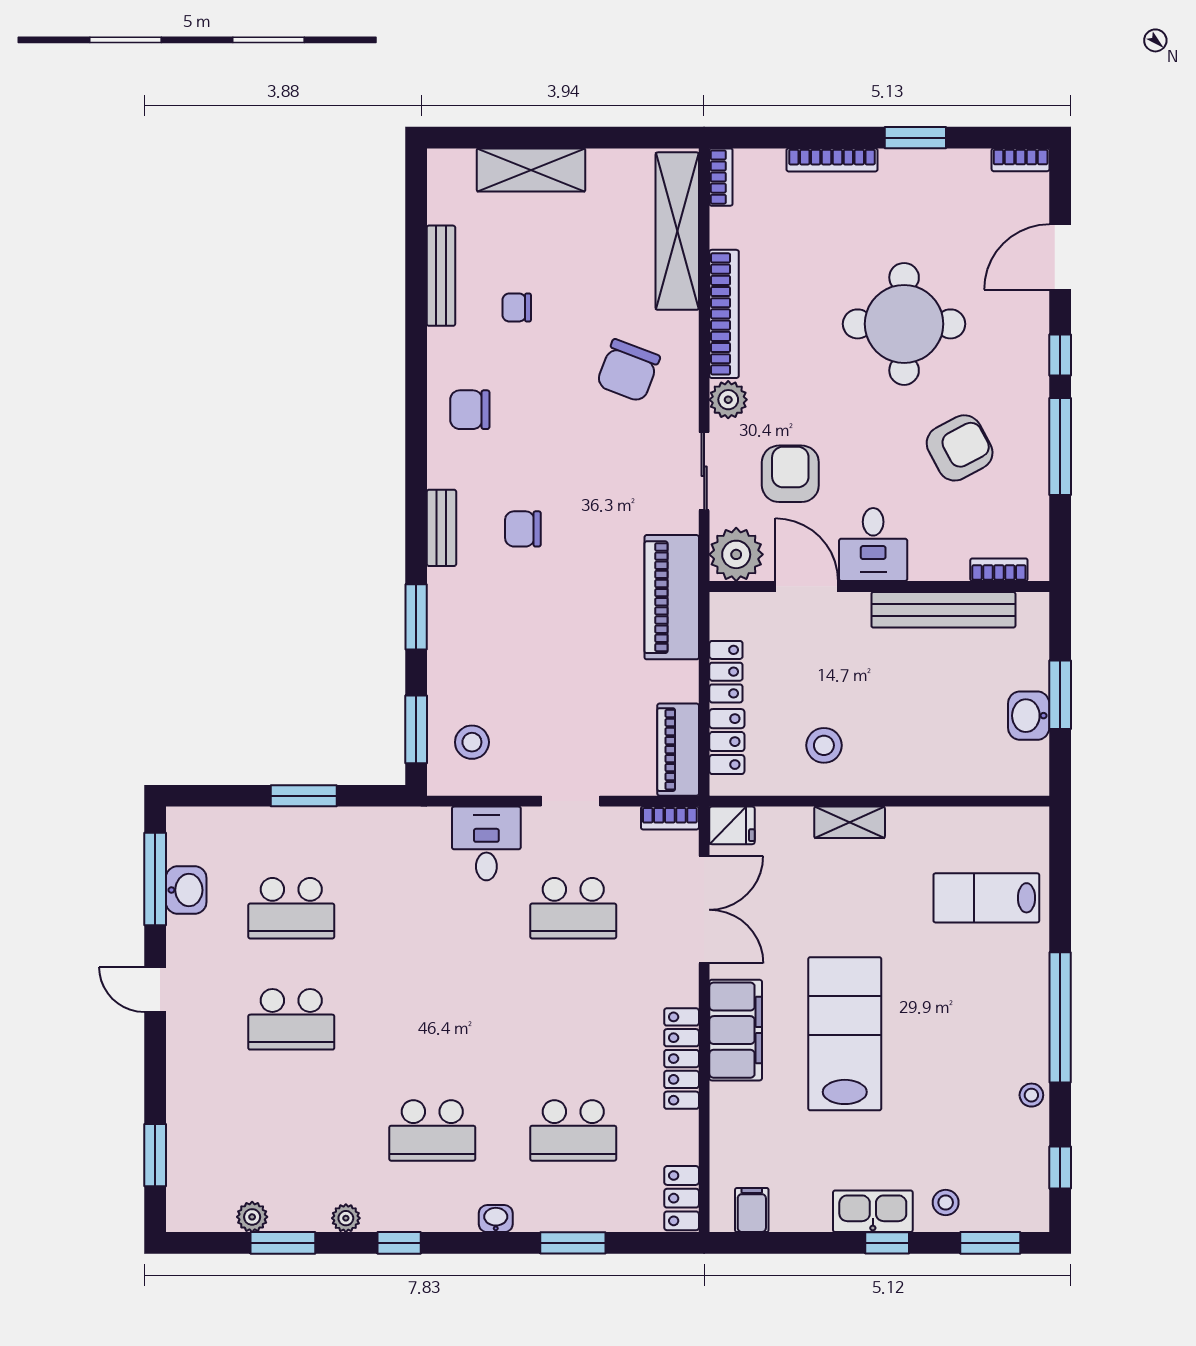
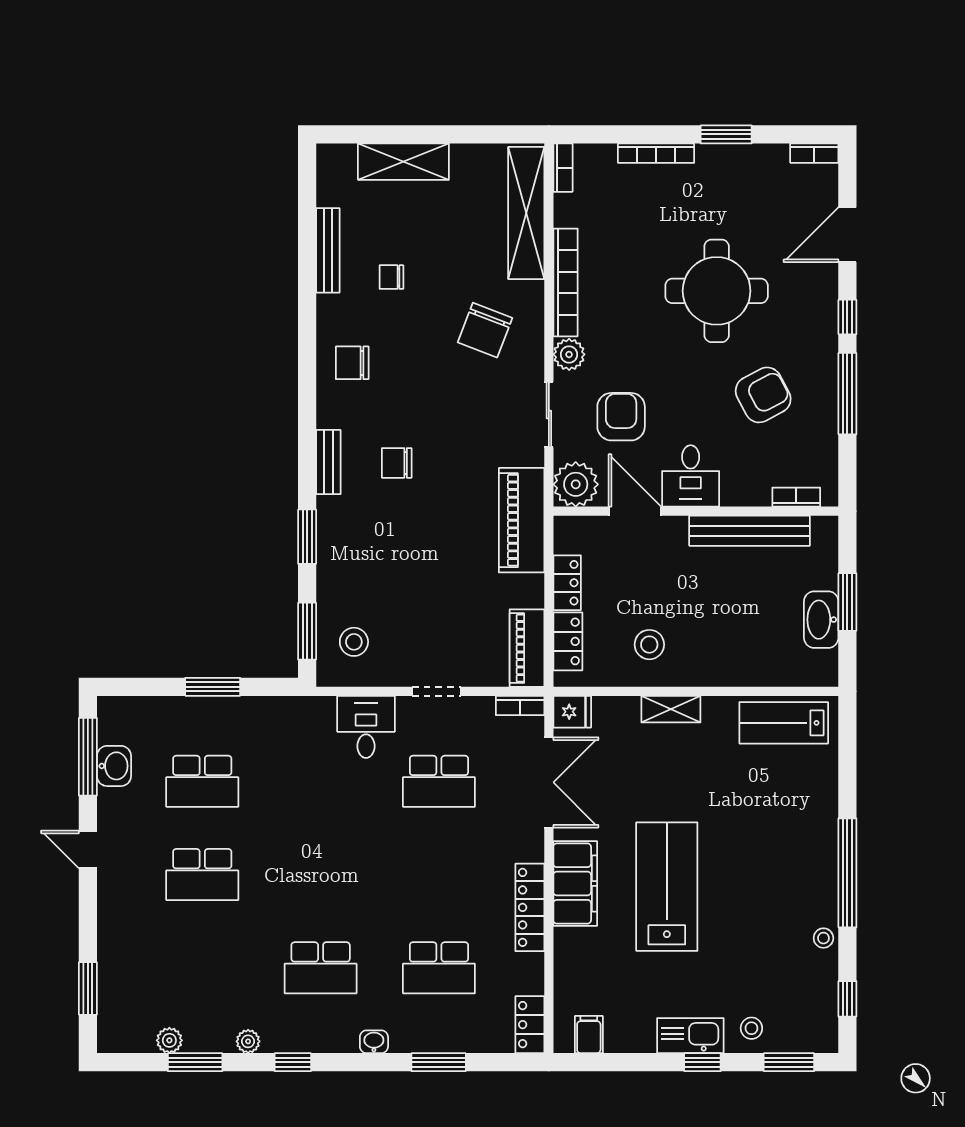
washbasin: (1029, 716) -> (821, 620), width x1.38
lab bench: (986, 898) -> (784, 723), moved

